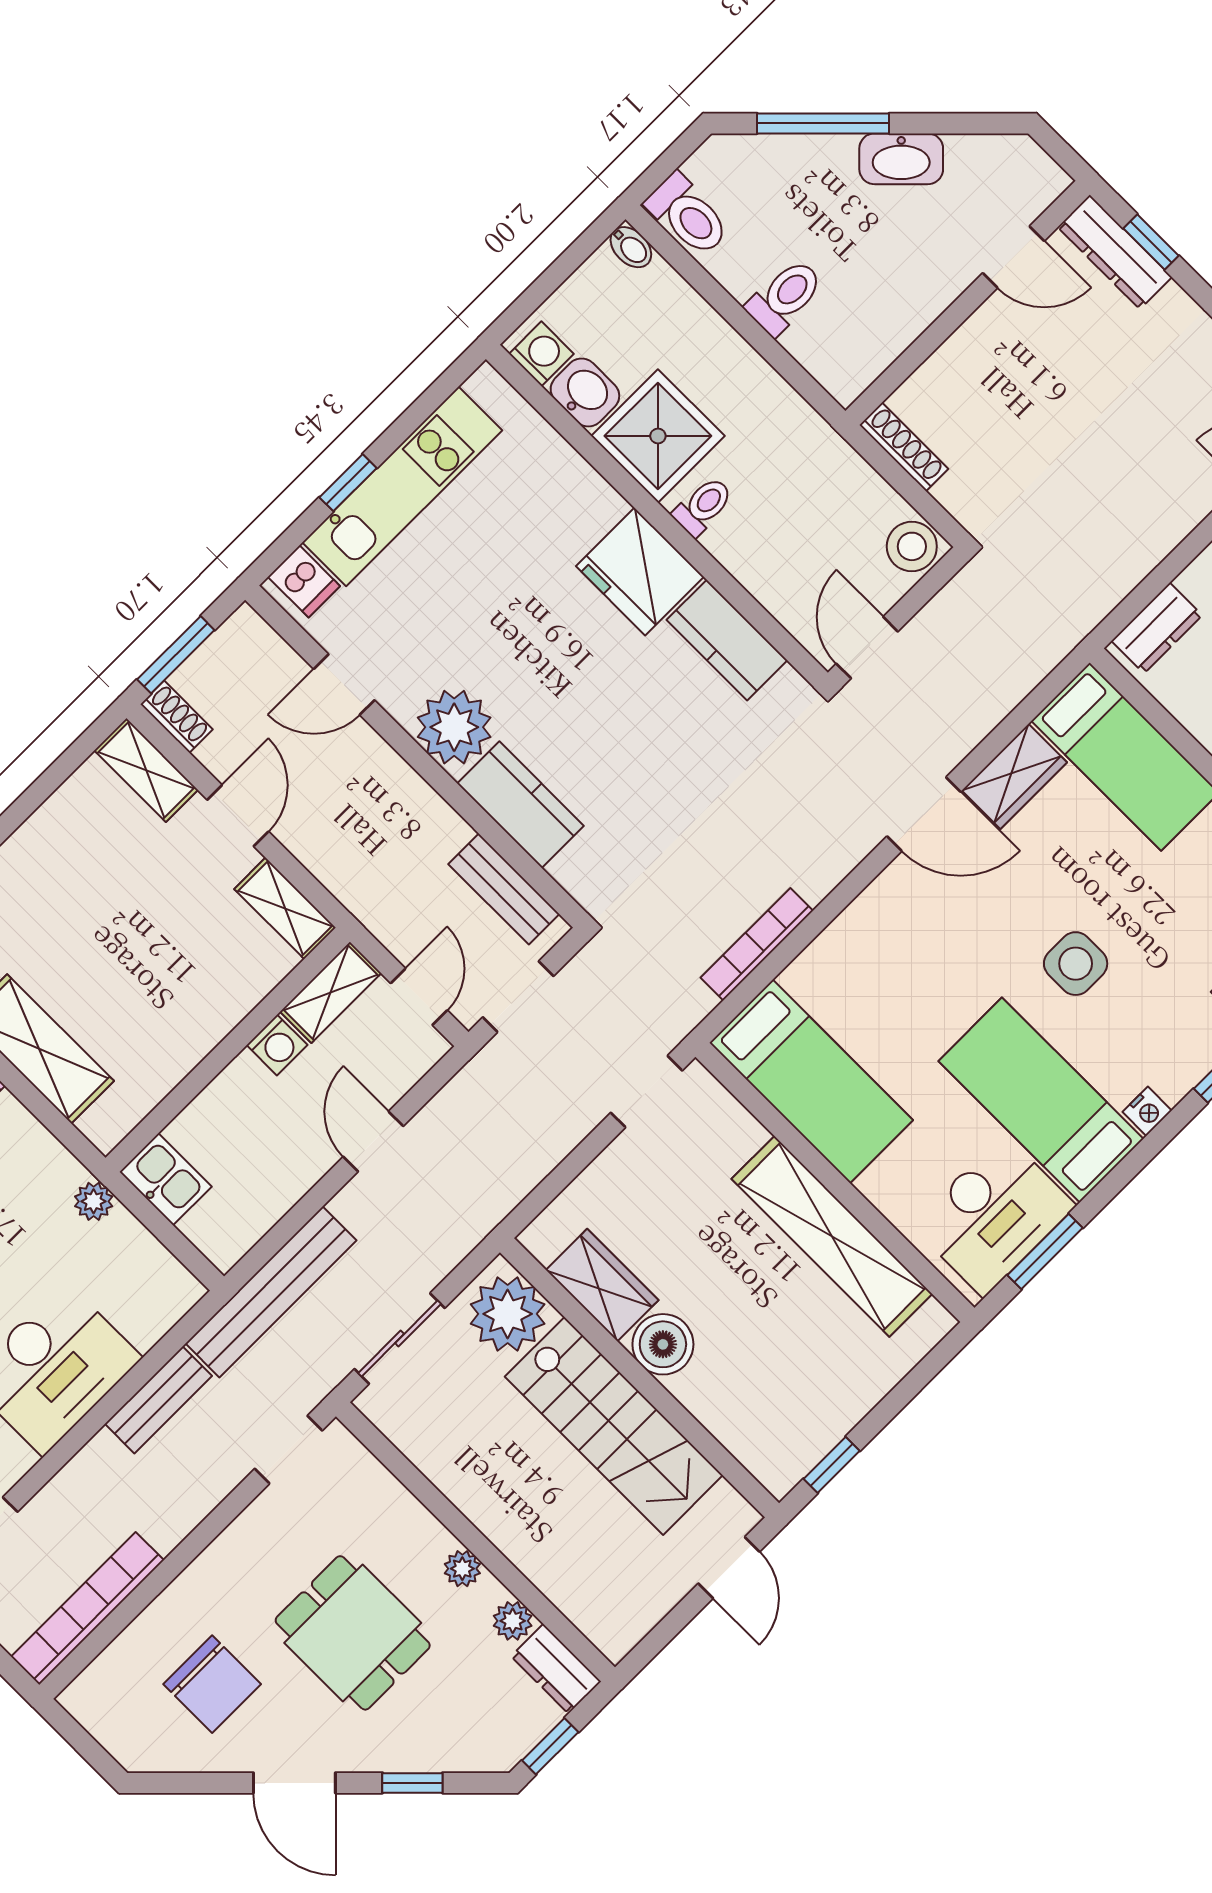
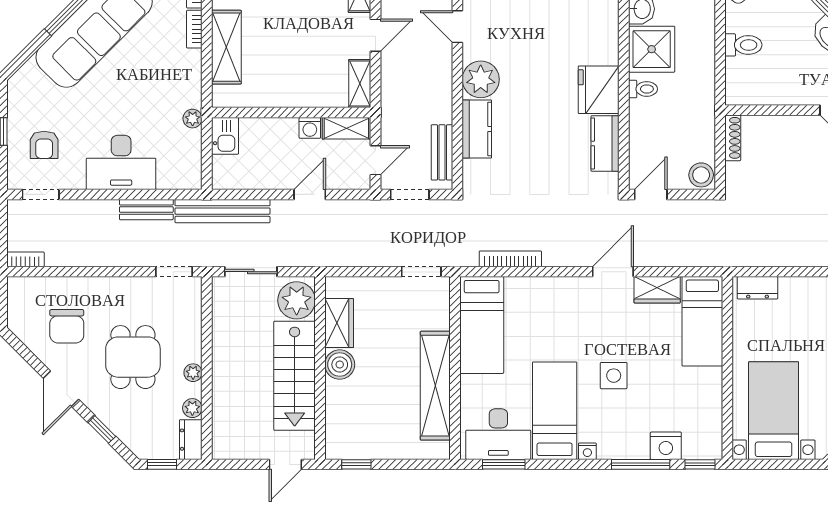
door: (924, 814) -> (613, 272), swing flipped
bookcase: (87, 1608) -> (25, 259), width x0.43, depth x0.76

